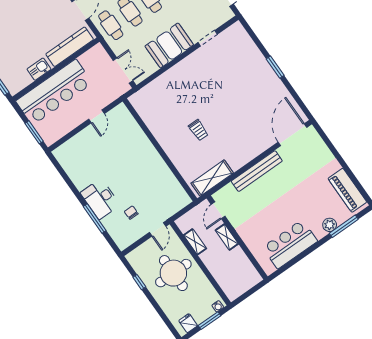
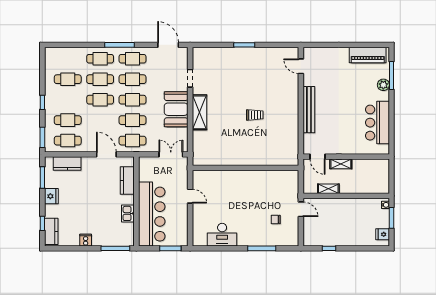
kitchen counter: (70, 47) -> (127, 181), width x0.67
trolley: (198, 130) -> (255, 115), moved
door: (292, 135) -> (301, 66), width x0.53
shelving: (212, 178) -> (199, 112), moved
desk: (100, 199) -> (222, 235), moved
round table: (173, 273) -> (340, 220), removed

